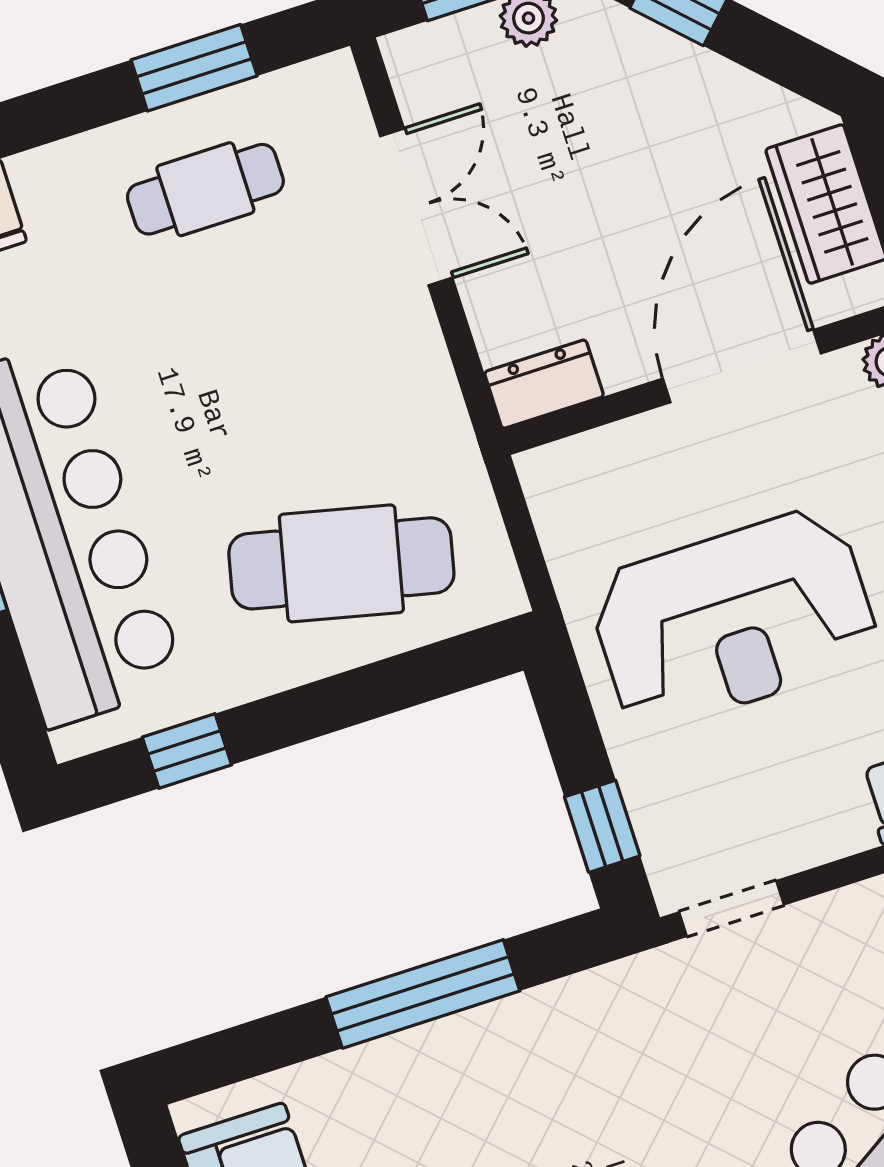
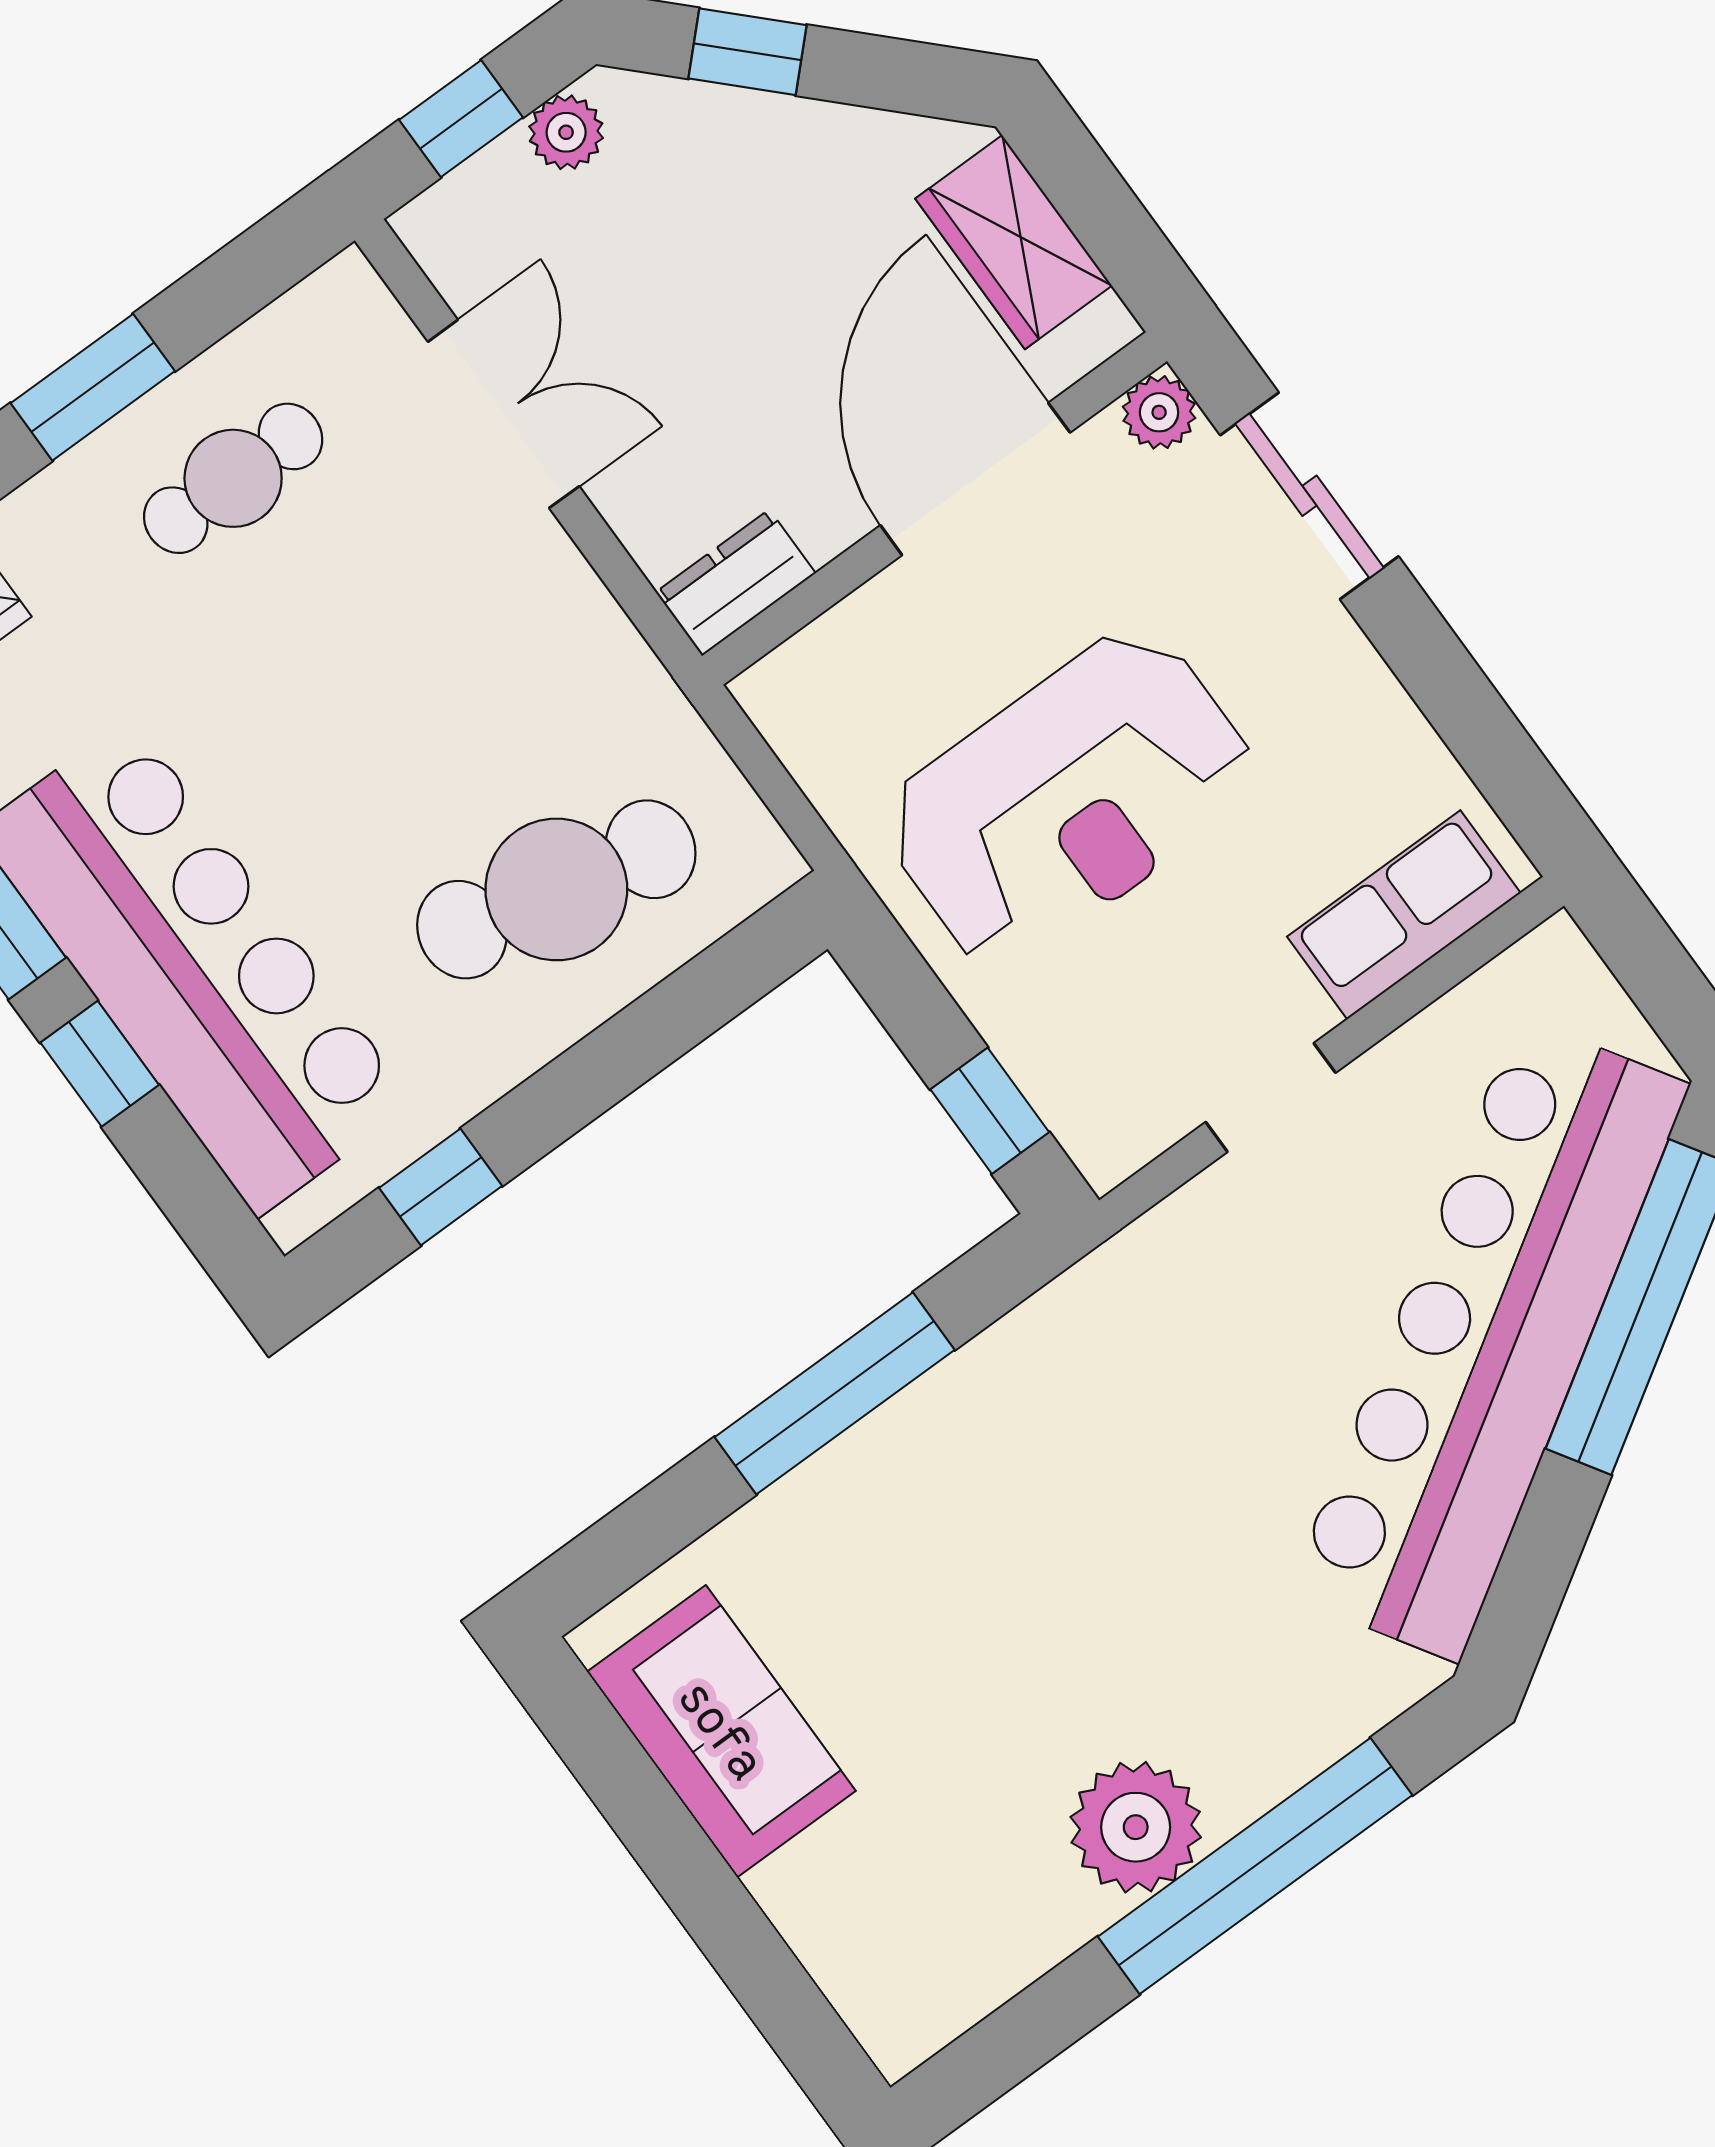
window: (194, 68) -> (93, 387), moved
doorway: (731, 908) -> (1271, 1097), moved

